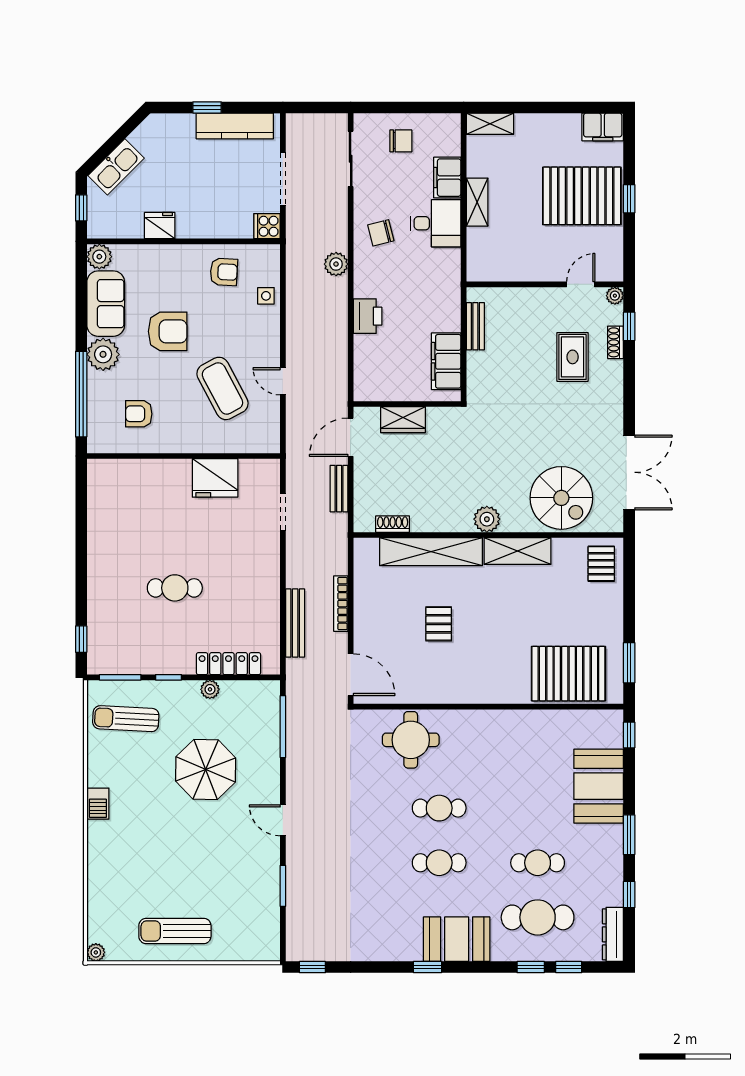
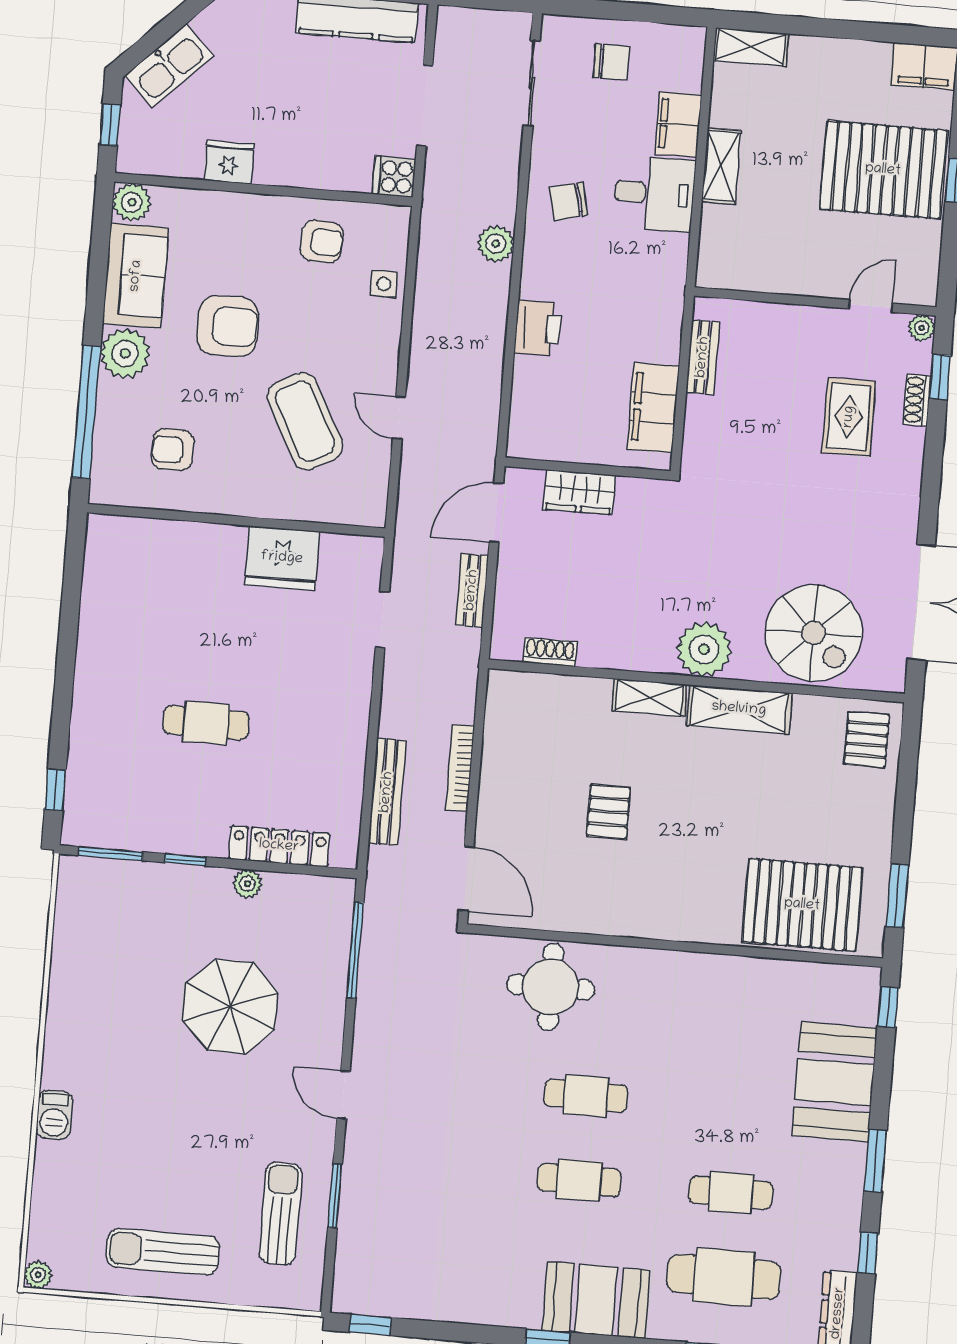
plant: (487, 519) -> (704, 650), width x1.36, depth x1.36
shelving: (431, 552) -> (649, 698), width x0.45, depth x0.75
sun lounger: (126, 719) -> (280, 1213), moved, turned 87
barbecue: (98, 804) -> (54, 1115), moved

